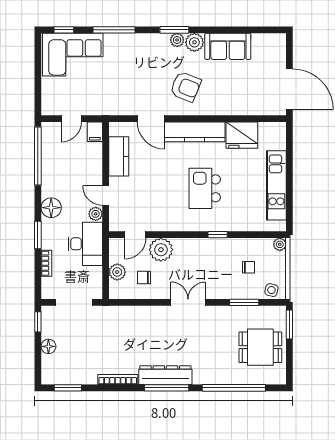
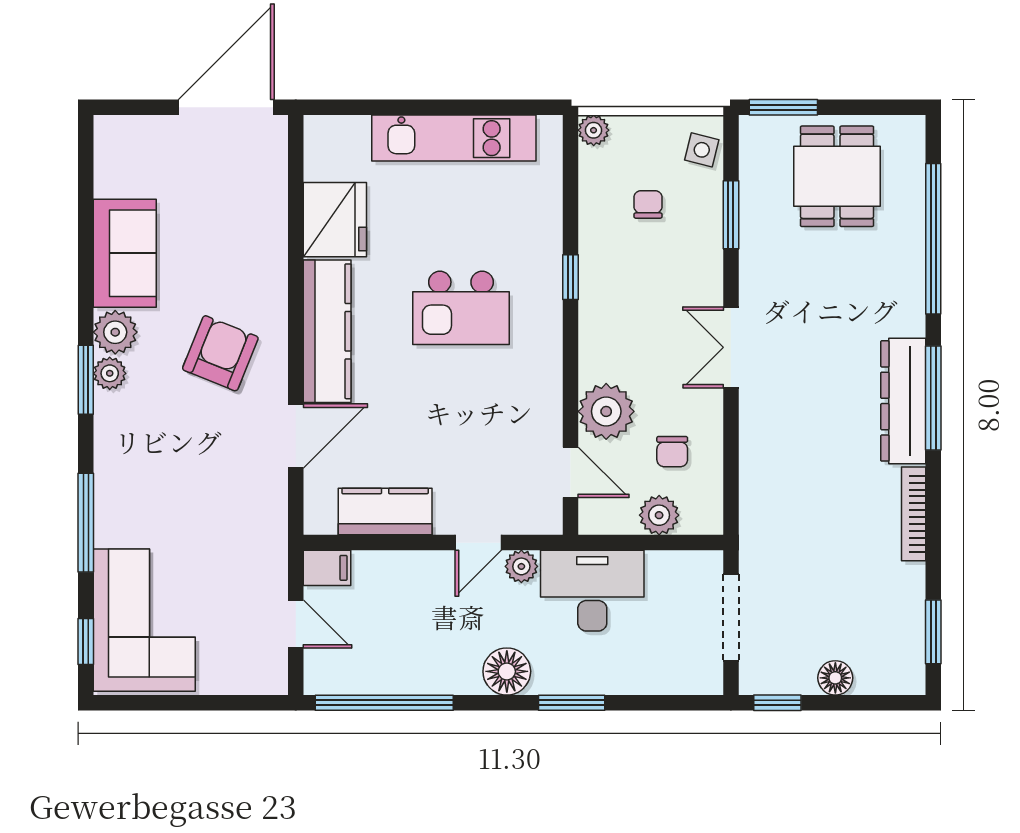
bookcase: (46, 263) -> (638, 683), removed

